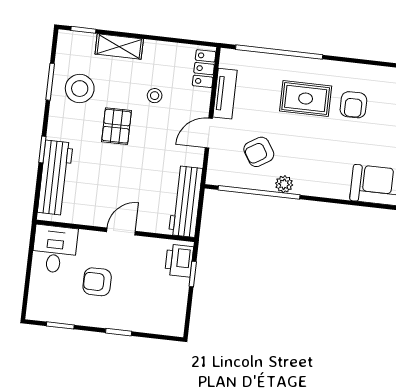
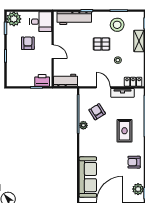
armchair: (353, 105) -> (134, 162), moved
workbench: (186, 202) -> (66, 80), width x0.73
plant: (42, 306) -> (14, 19), added

